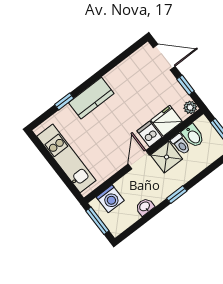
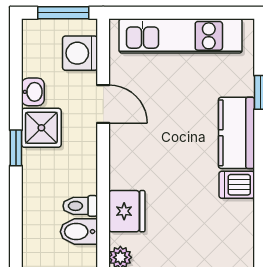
dishwasher: (150, 134) -> (237, 185), moved, turned 180
shower: (167, 157) -> (41, 128), moved
door: (139, 160) -> (103, 104), moved

